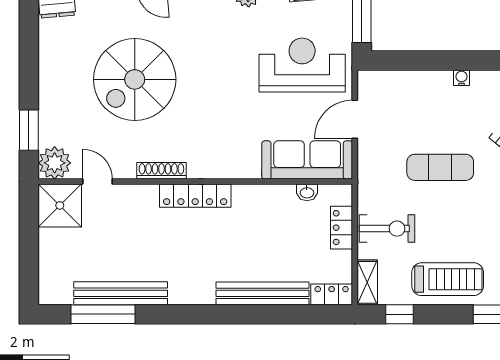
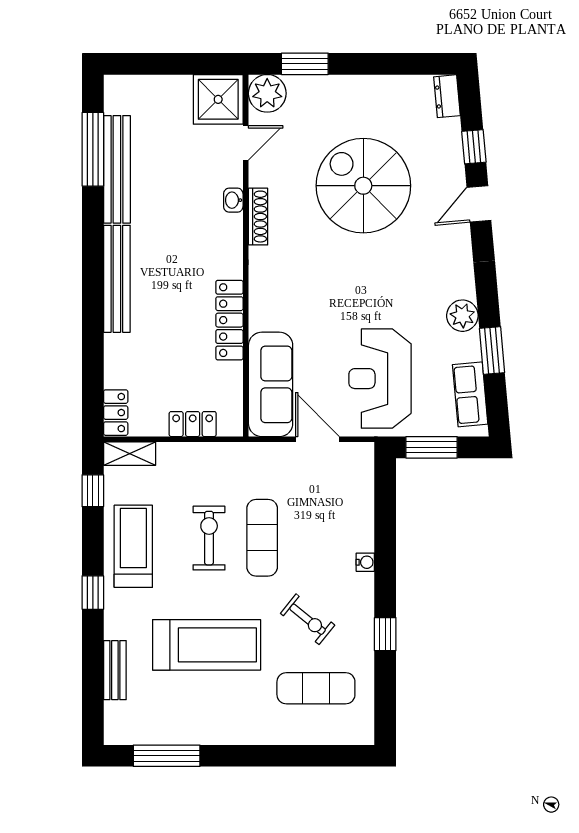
reception desk: (302, 65) -> (380, 379), turned 180
washbasin: (307, 192) -> (233, 200), moved
locker: (195, 196) -> (229, 320), moved
exercise bike: (387, 229) -> (209, 538), moved, turned 180
treadmill: (448, 279) -> (133, 546), turned 180
bench: (263, 293) -> (117, 279), moved

